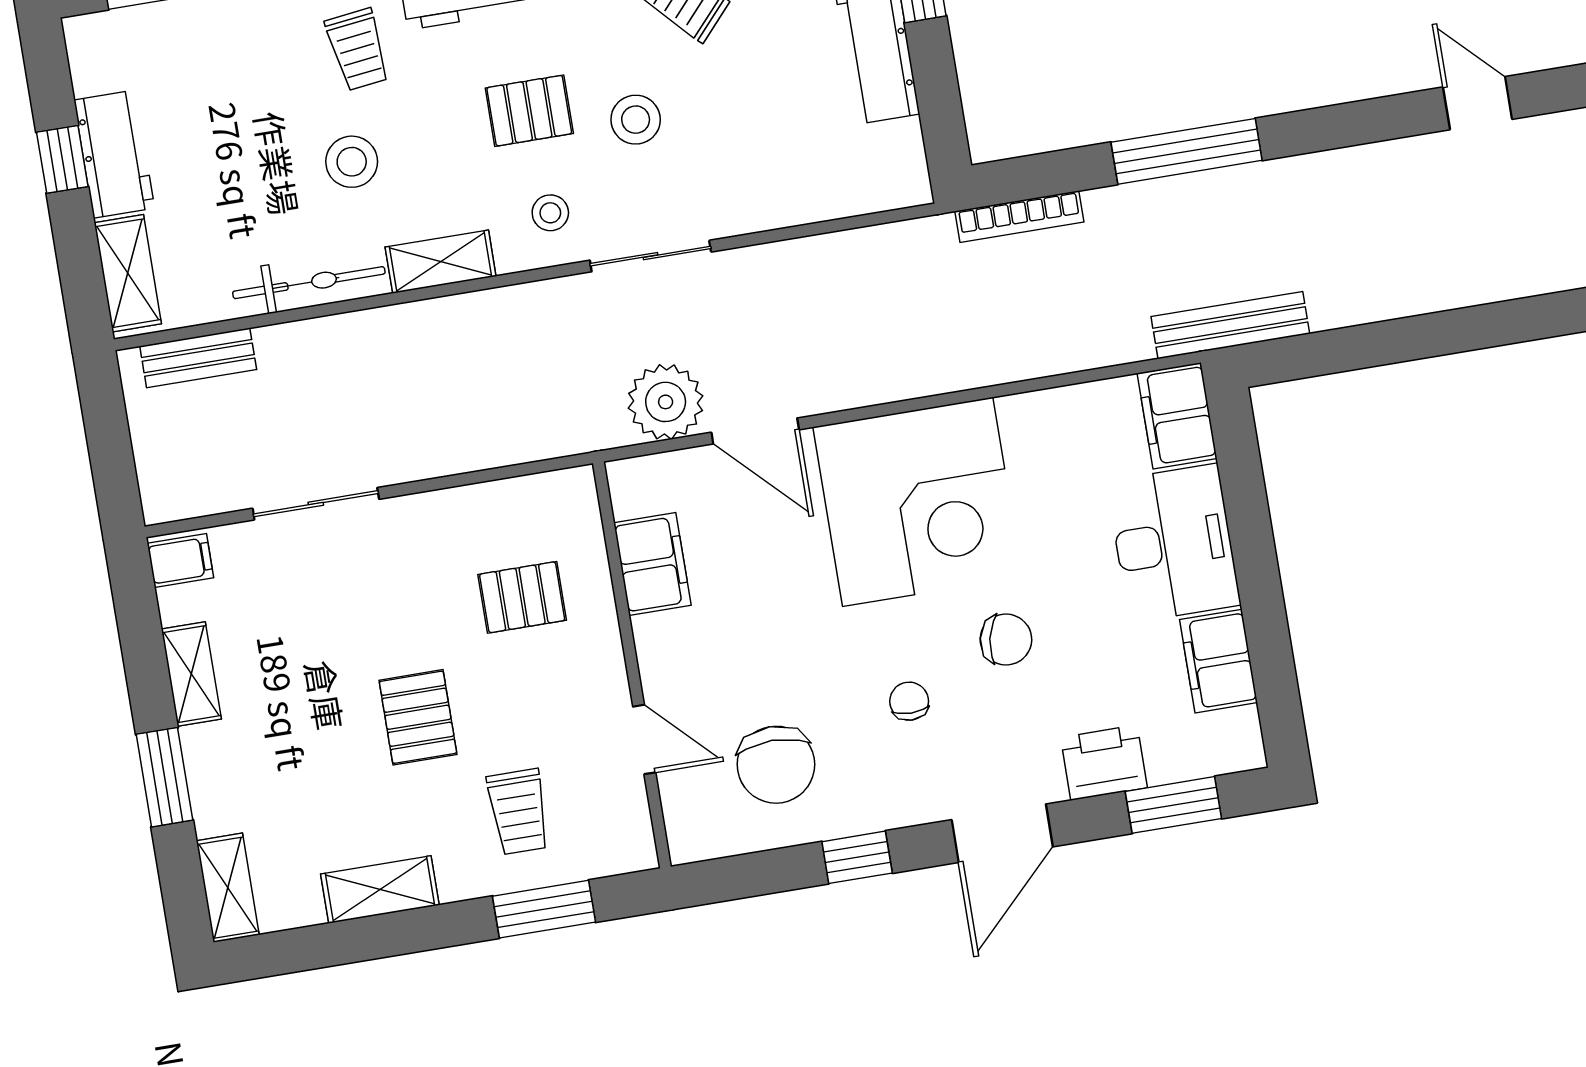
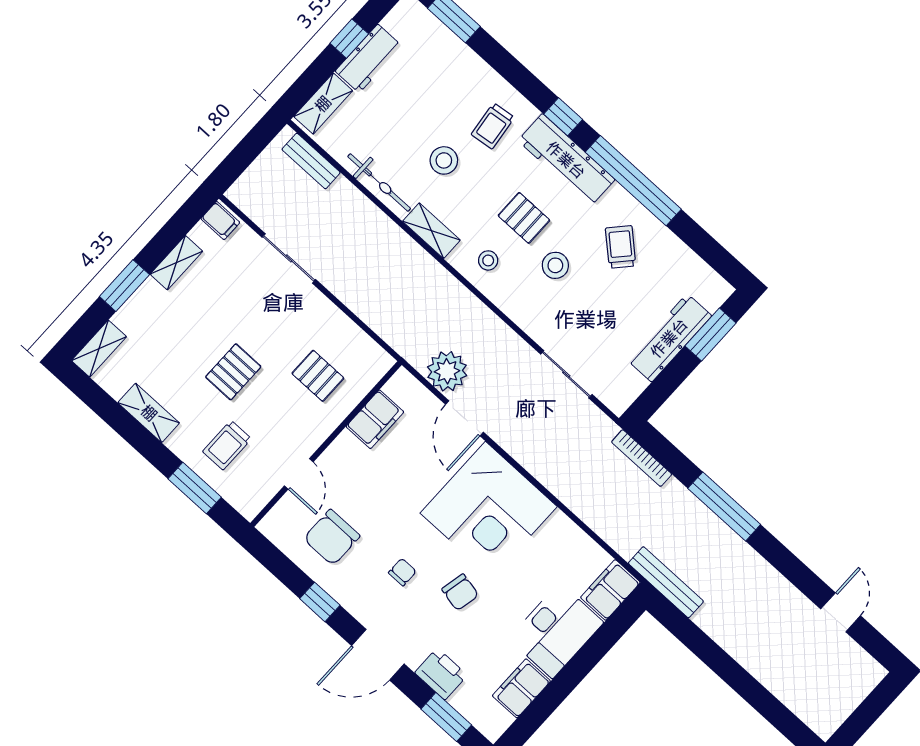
sliding door: (650, 256) -> (566, 374), moved

